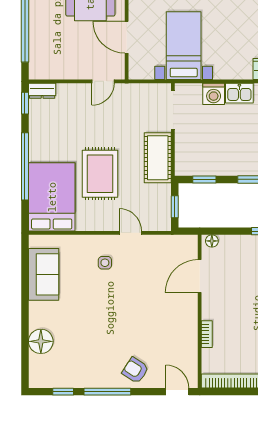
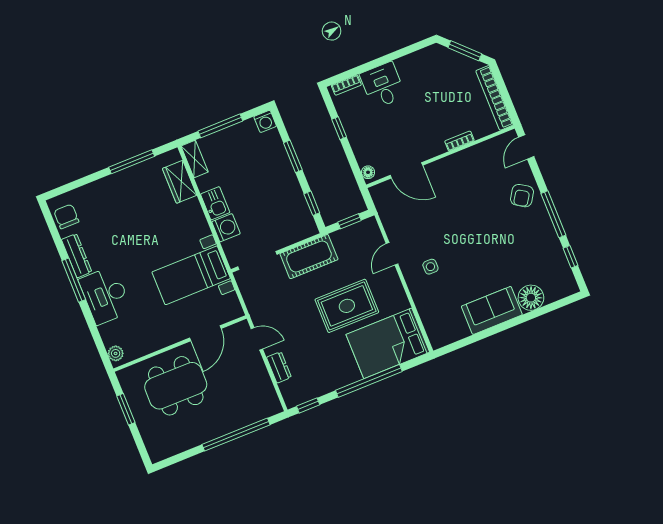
dresser: (42, 91) -> (279, 367), moved
sofa: (44, 274) -> (492, 310), moved

